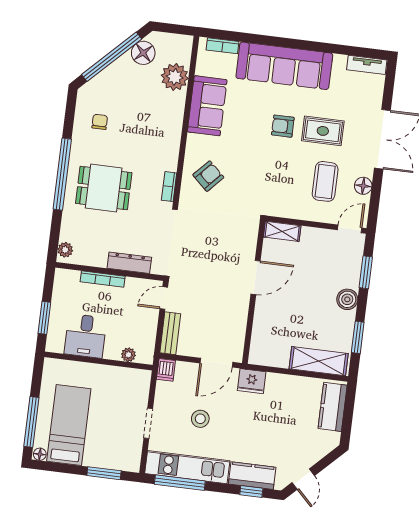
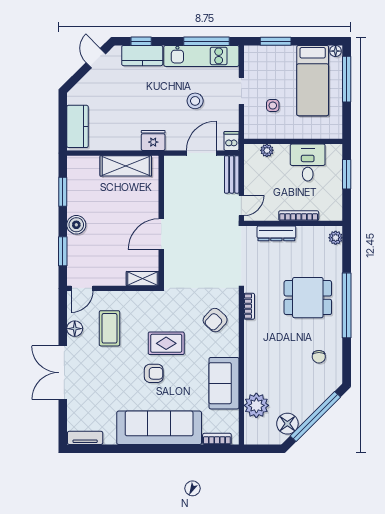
rug: (323, 131) -> (166, 343), moved
shelving: (319, 361) -> (126, 166), moved
door: (216, 363) -> (201, 153), moved
side table: (116, 403) -> (273, 106), added

